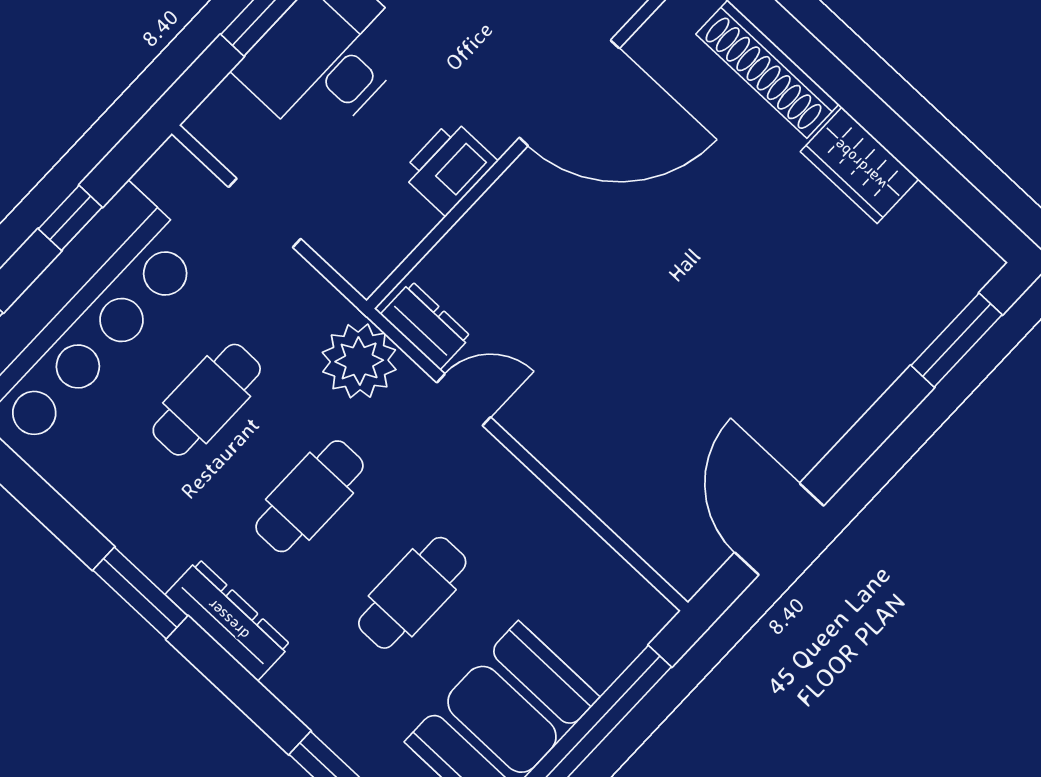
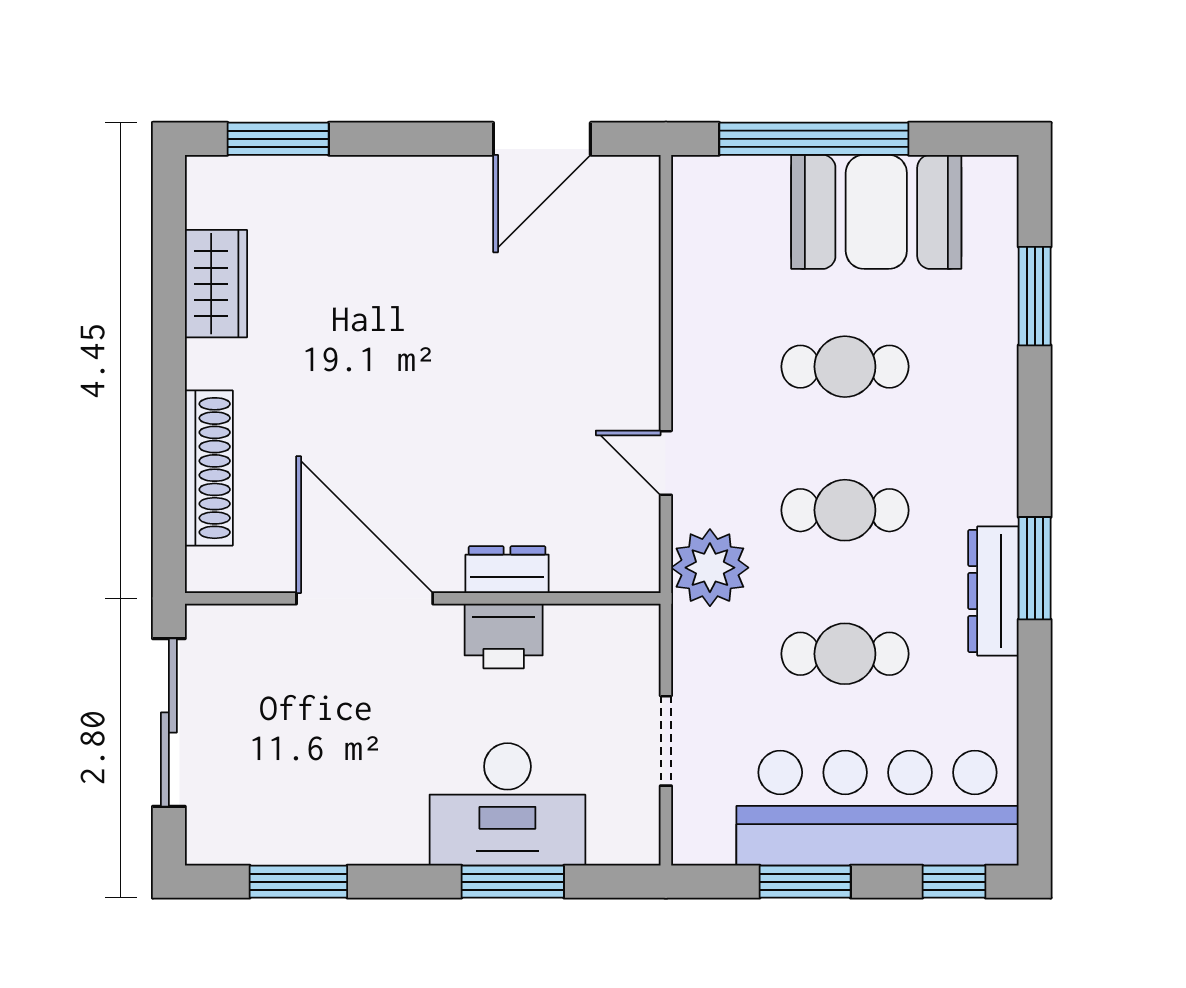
wardrobe: (860, 165) -> (216, 284), moved
window: (70, 218) -> (805, 882), width x1.50
dresser: (426, 325) -> (507, 570), moved, turned 90
dresser: (228, 620) -> (993, 591), moved

